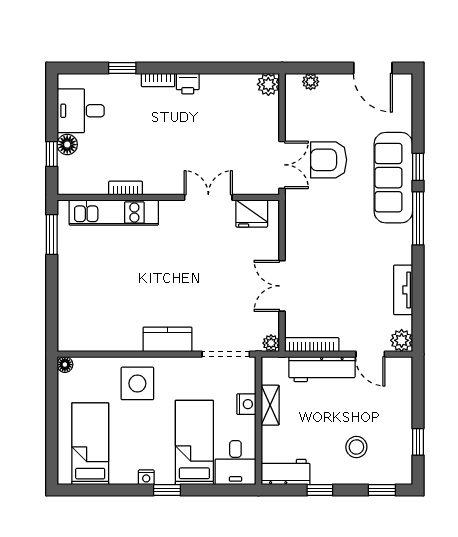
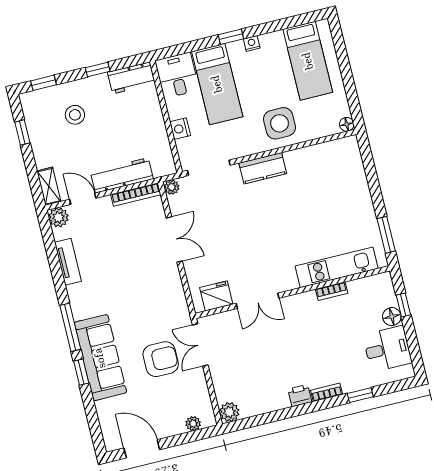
shelving: (270, 405) -> (49, 186), moved

